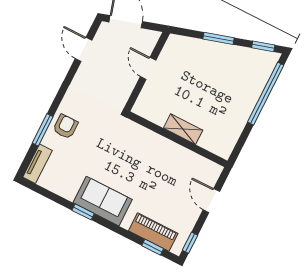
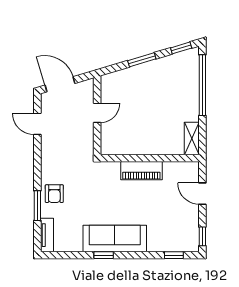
door: (148, 68) -> (97, 113), swing flipped
armchair: (65, 127) -> (54, 194), turned 180
shelving: (183, 129) -> (192, 139), moved, turned 90
sofa: (103, 201) -> (115, 239), width x1.36
piano: (153, 232) -> (141, 171), moved, turned 180

